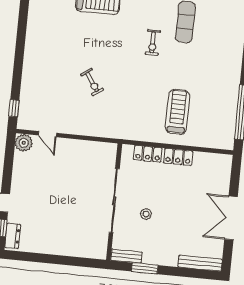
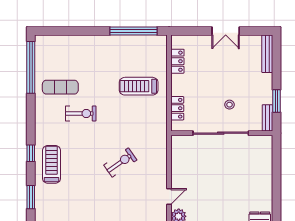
exercise bike: (153, 42) -> (81, 113), width x1.38, depth x1.39
exercise bike: (92, 82) -> (120, 162), width x1.38, depth x1.39
locker: (178, 157) -> (177, 61), moved
double door: (231, 218) -> (226, 31), width x0.73

